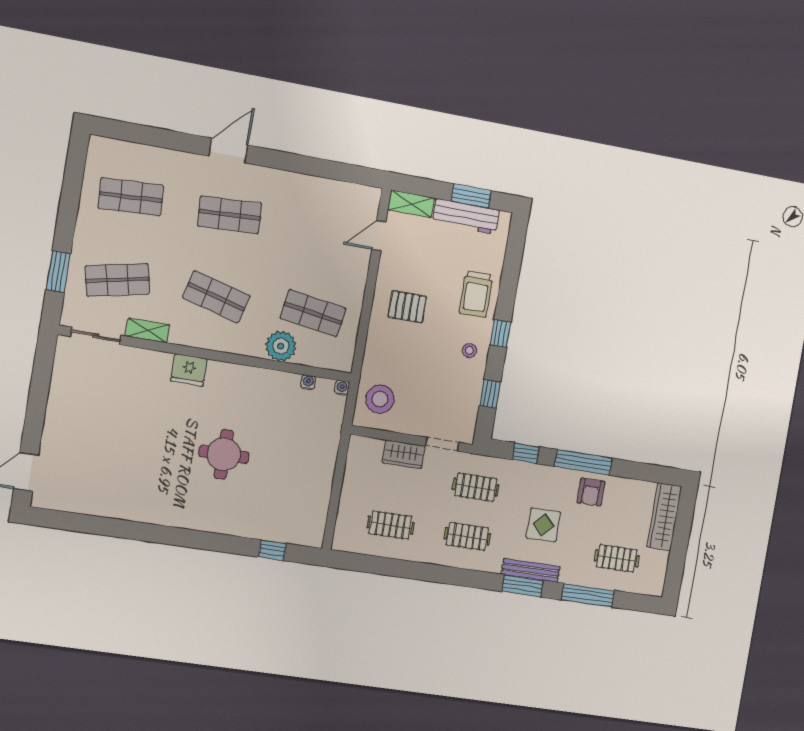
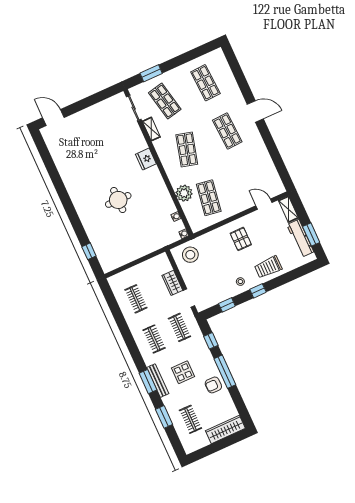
window: (588, 595) -> (164, 417), width x0.69

